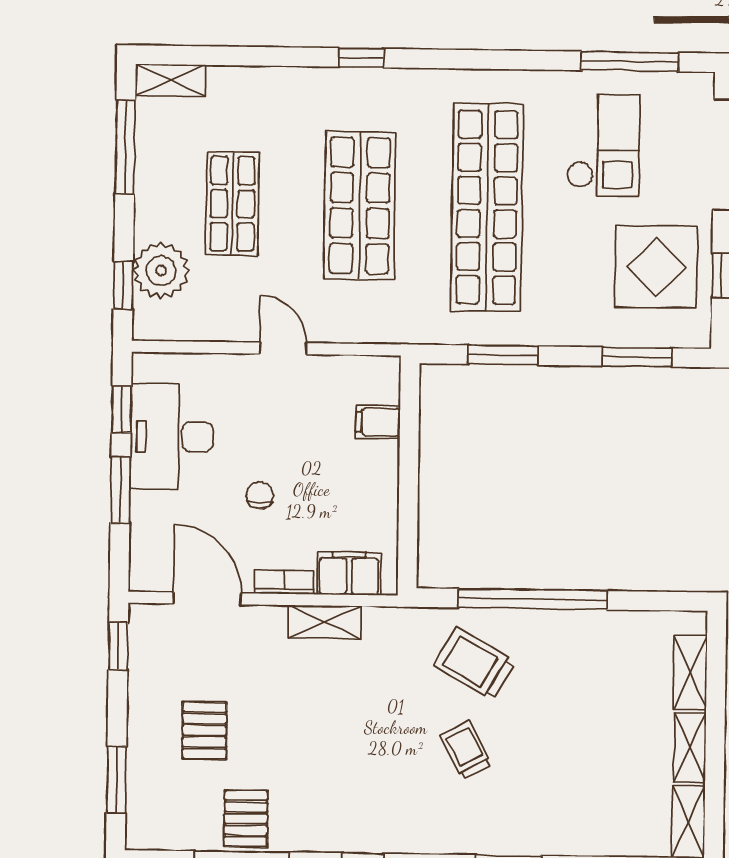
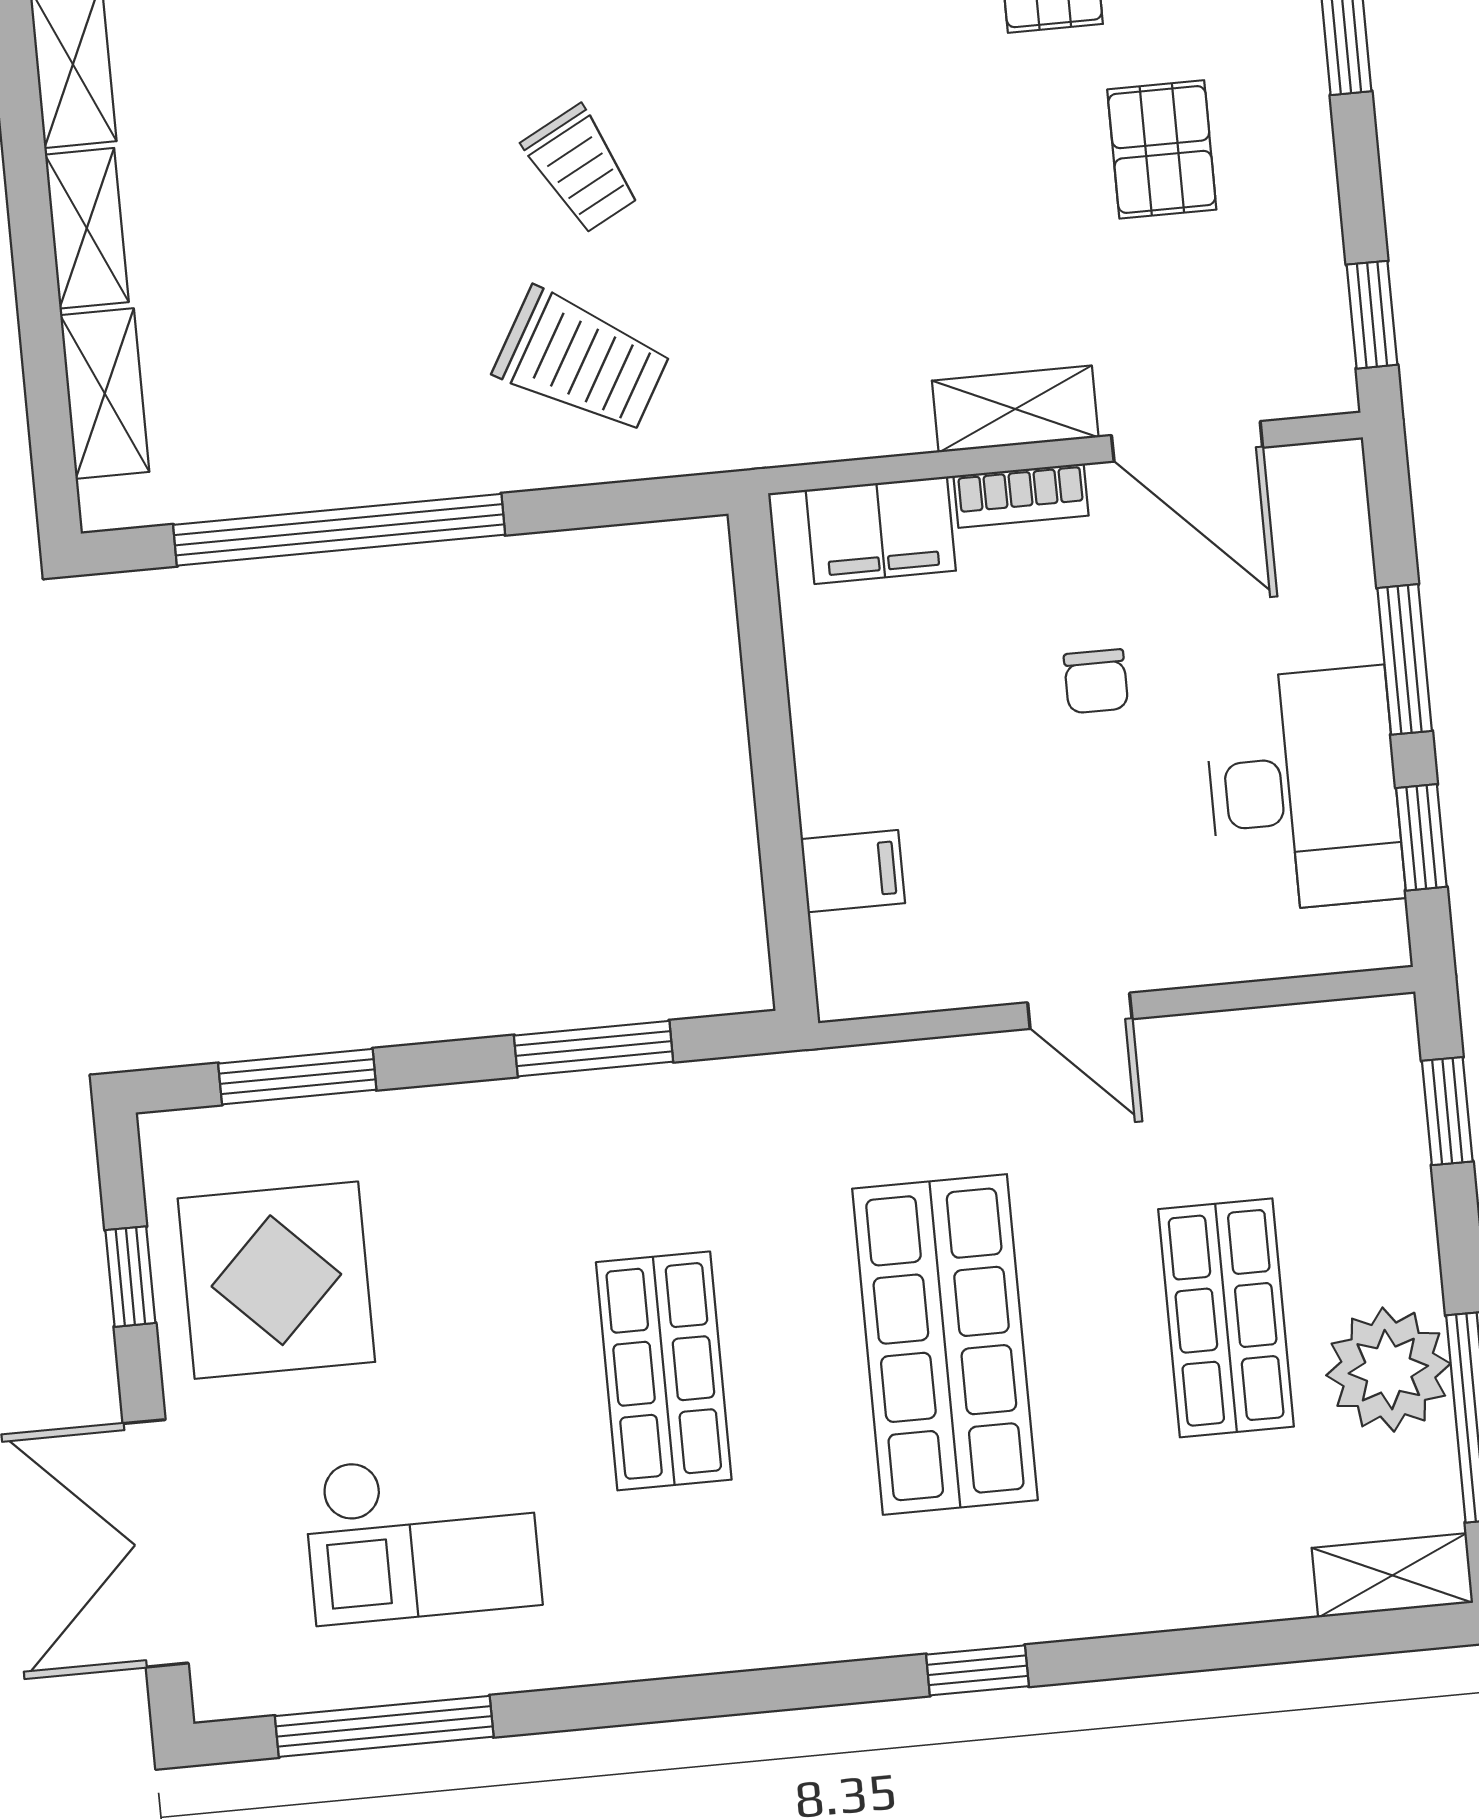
checkout: (603, 145) -> (422, 1536), turned -90
shop shelf: (487, 207) -> (664, 1371), width x0.50, depth x0.74
plant: (161, 271) -> (1388, 1370), moved
window: (533, 599) -> (339, 530), moved
shelving: (325, 622) -> (1015, 409), moved

